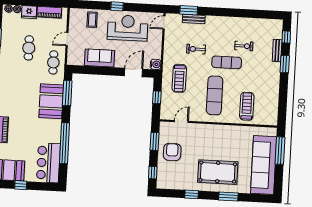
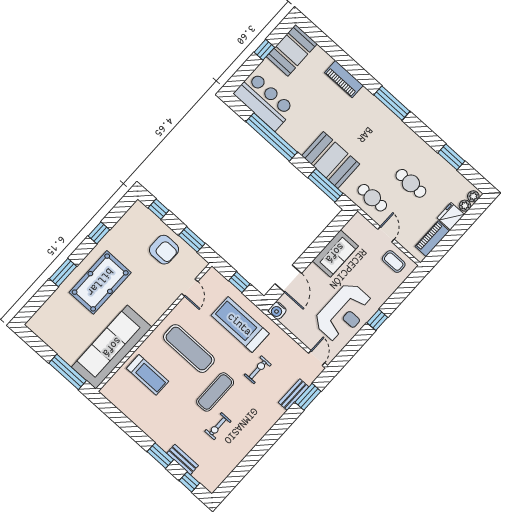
coffee table: (92, 20) -> (394, 262), moved
treadmill: (179, 78) -> (240, 324), width x1.37, depth x1.37
sofa: (264, 165) -> (112, 347), moved, turned -90

